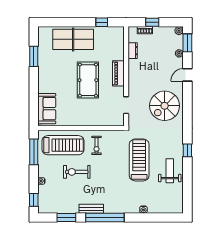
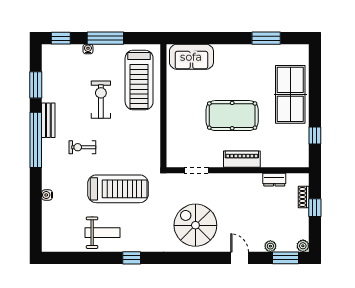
exercise bike: (96, 145) -> (82, 147), moved
window: (34, 152) -> (105, 38), moved

